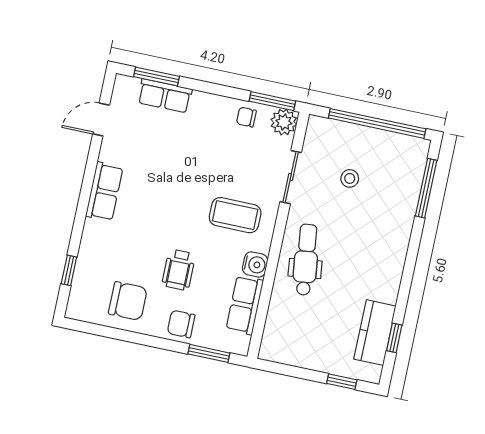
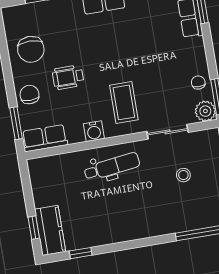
row of seats: (245, 305) -> (45, 138), moved
kitchen counter: (375, 333) -> (50, 230), moved, turned 90

